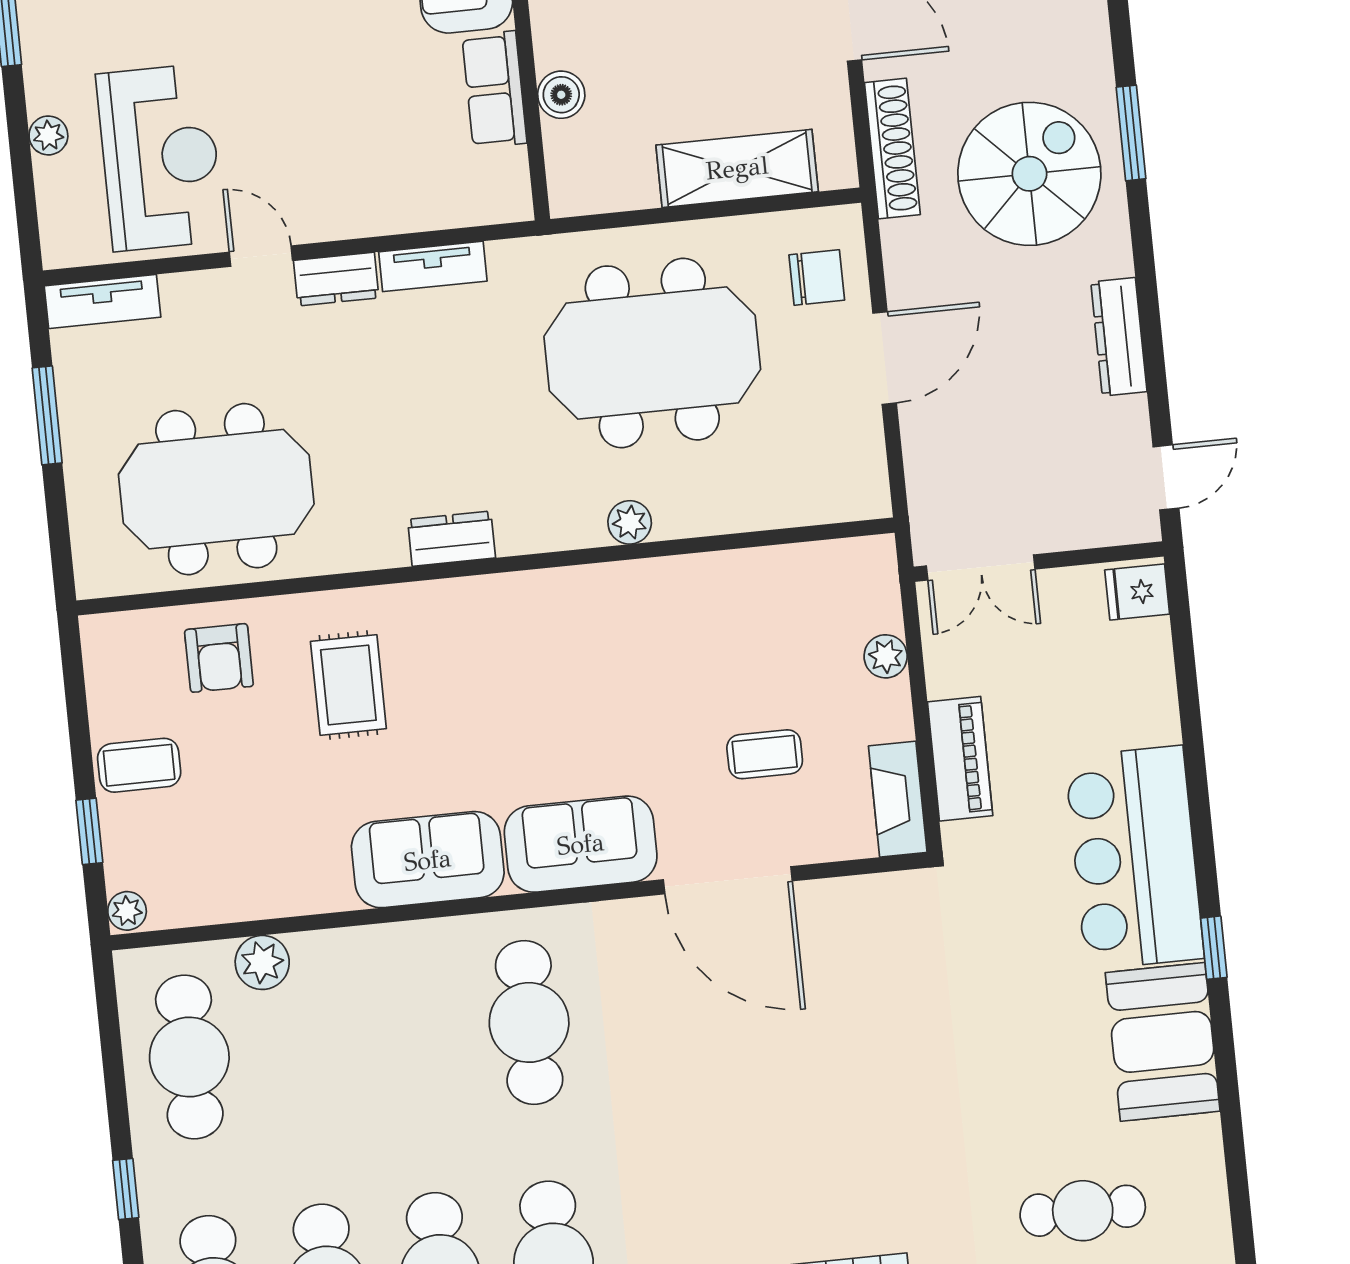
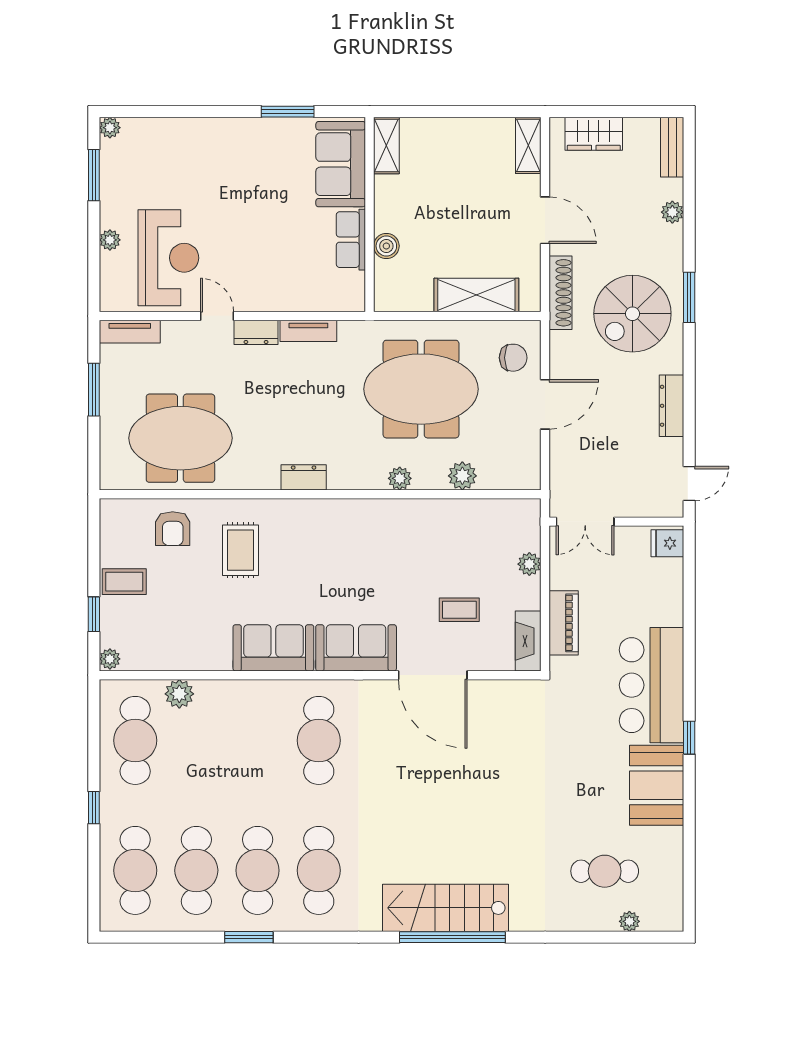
spiral stairs: (1029, 174) -> (632, 314), turned 180
plant: (745, 506) -> (462, 476), added

